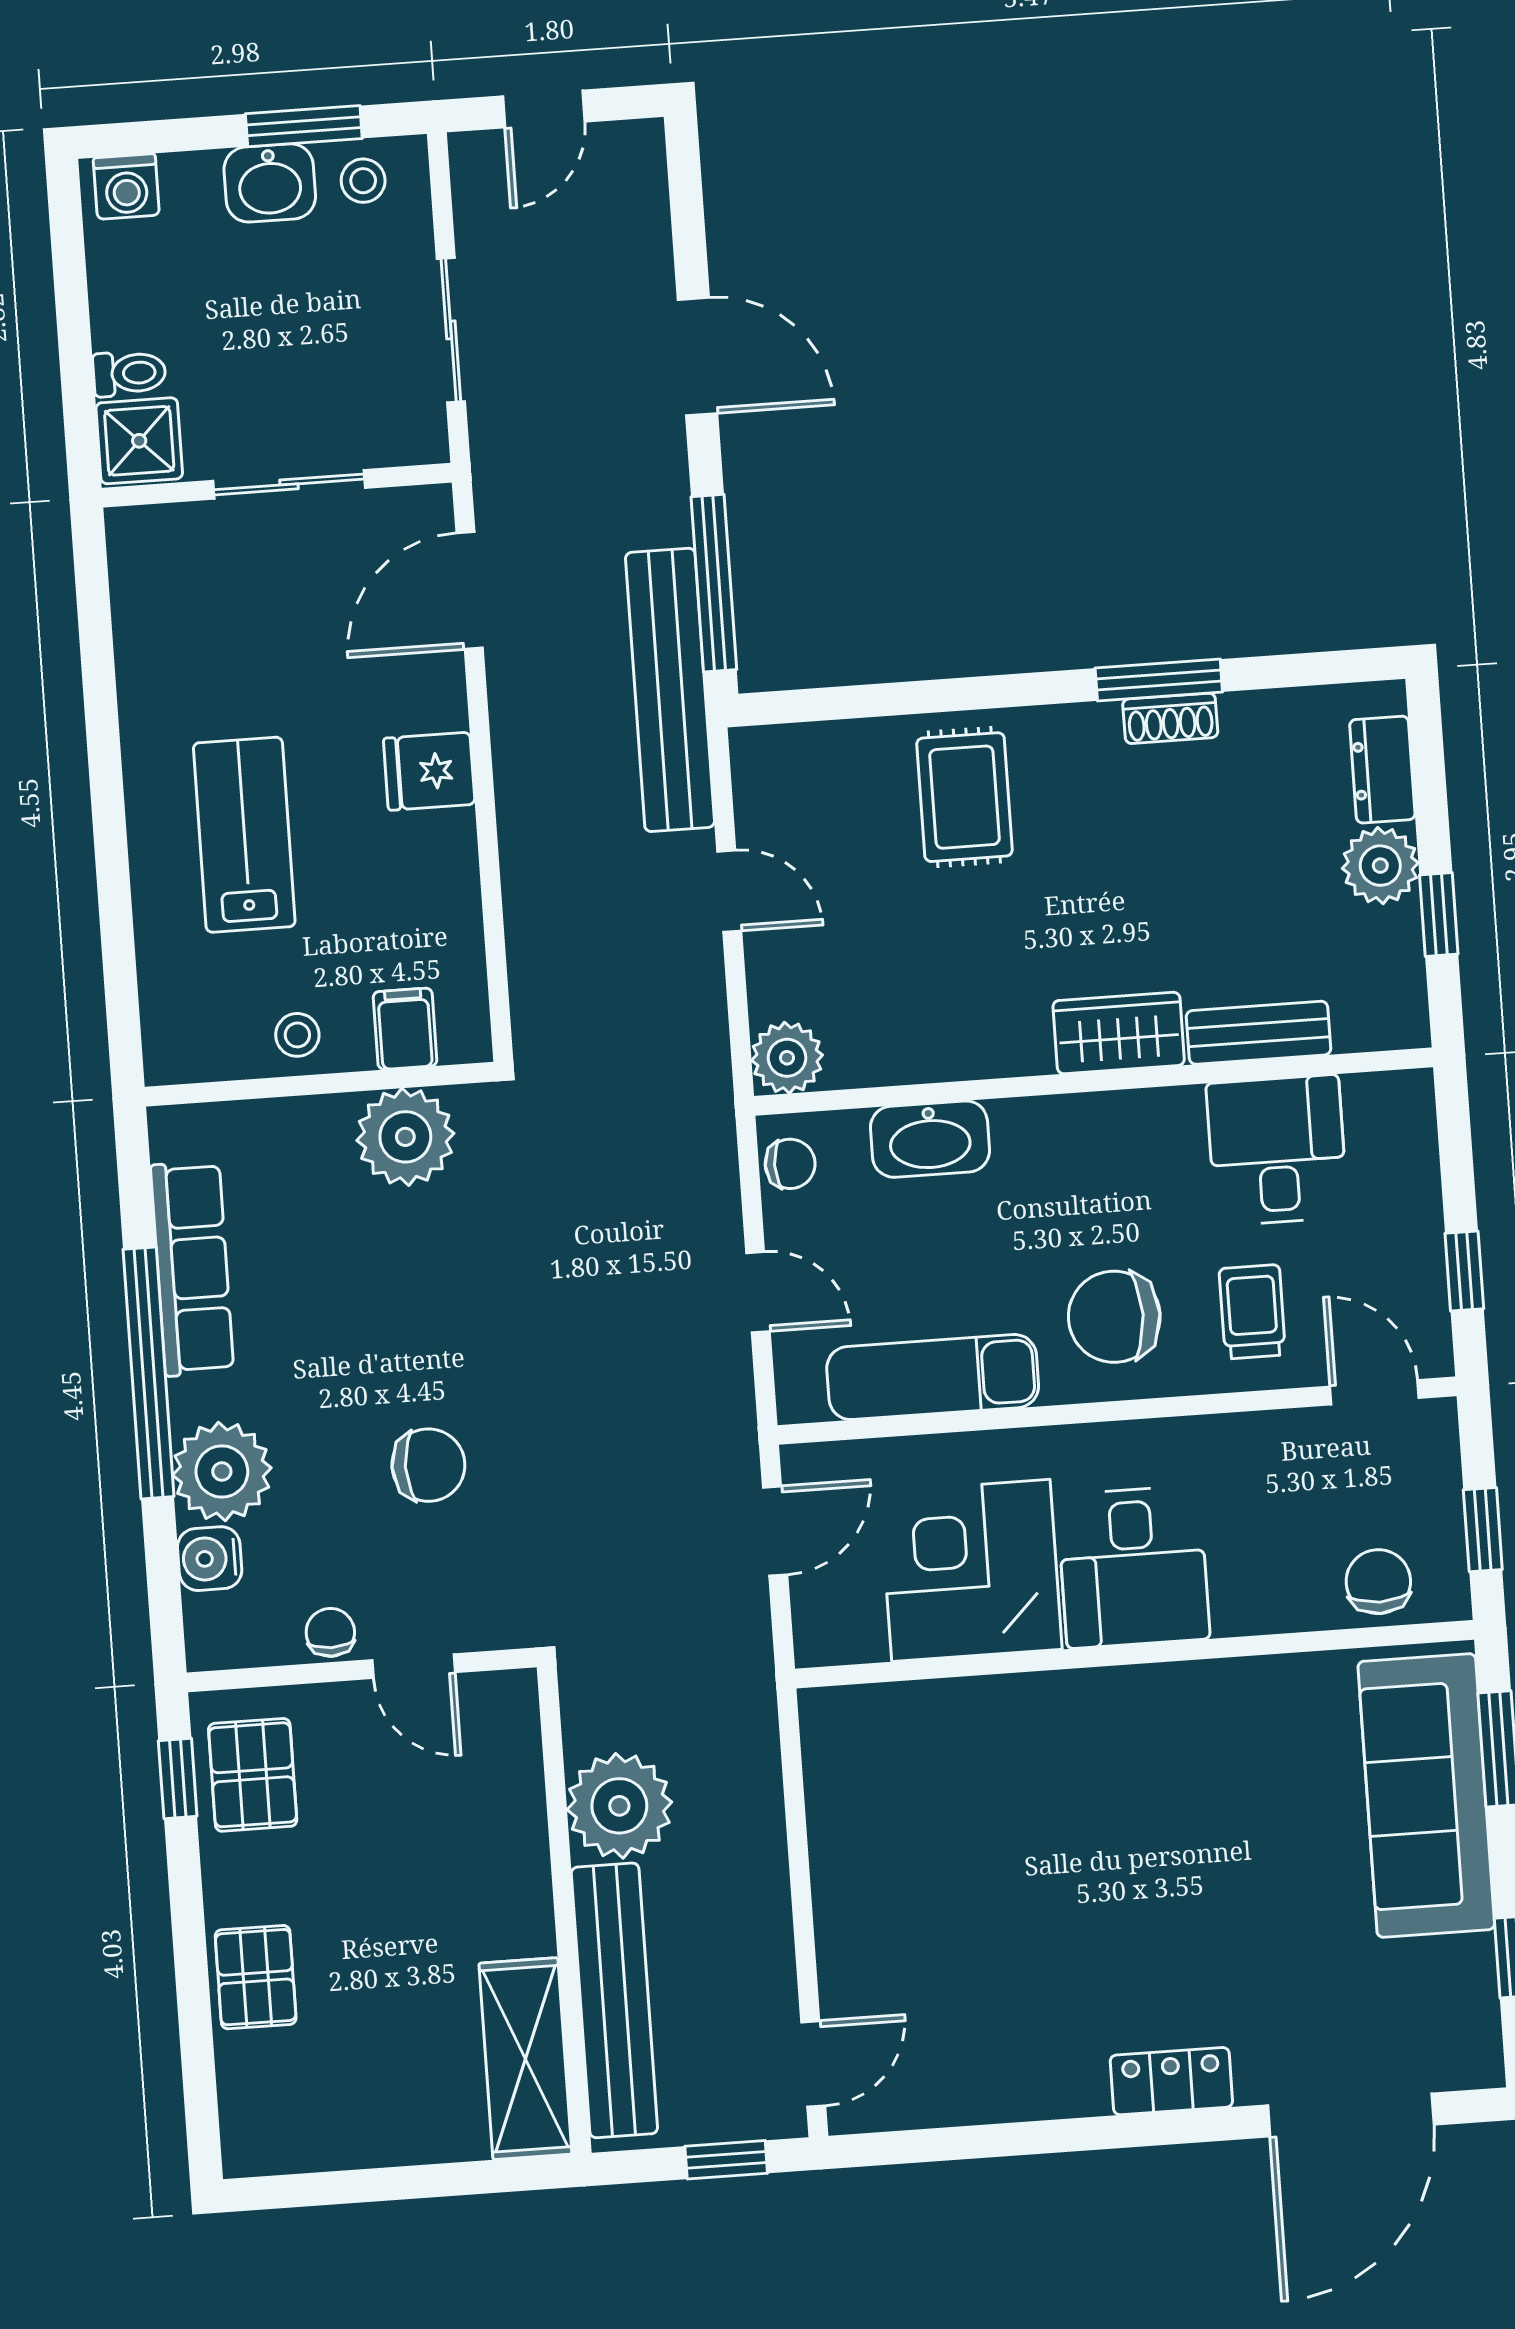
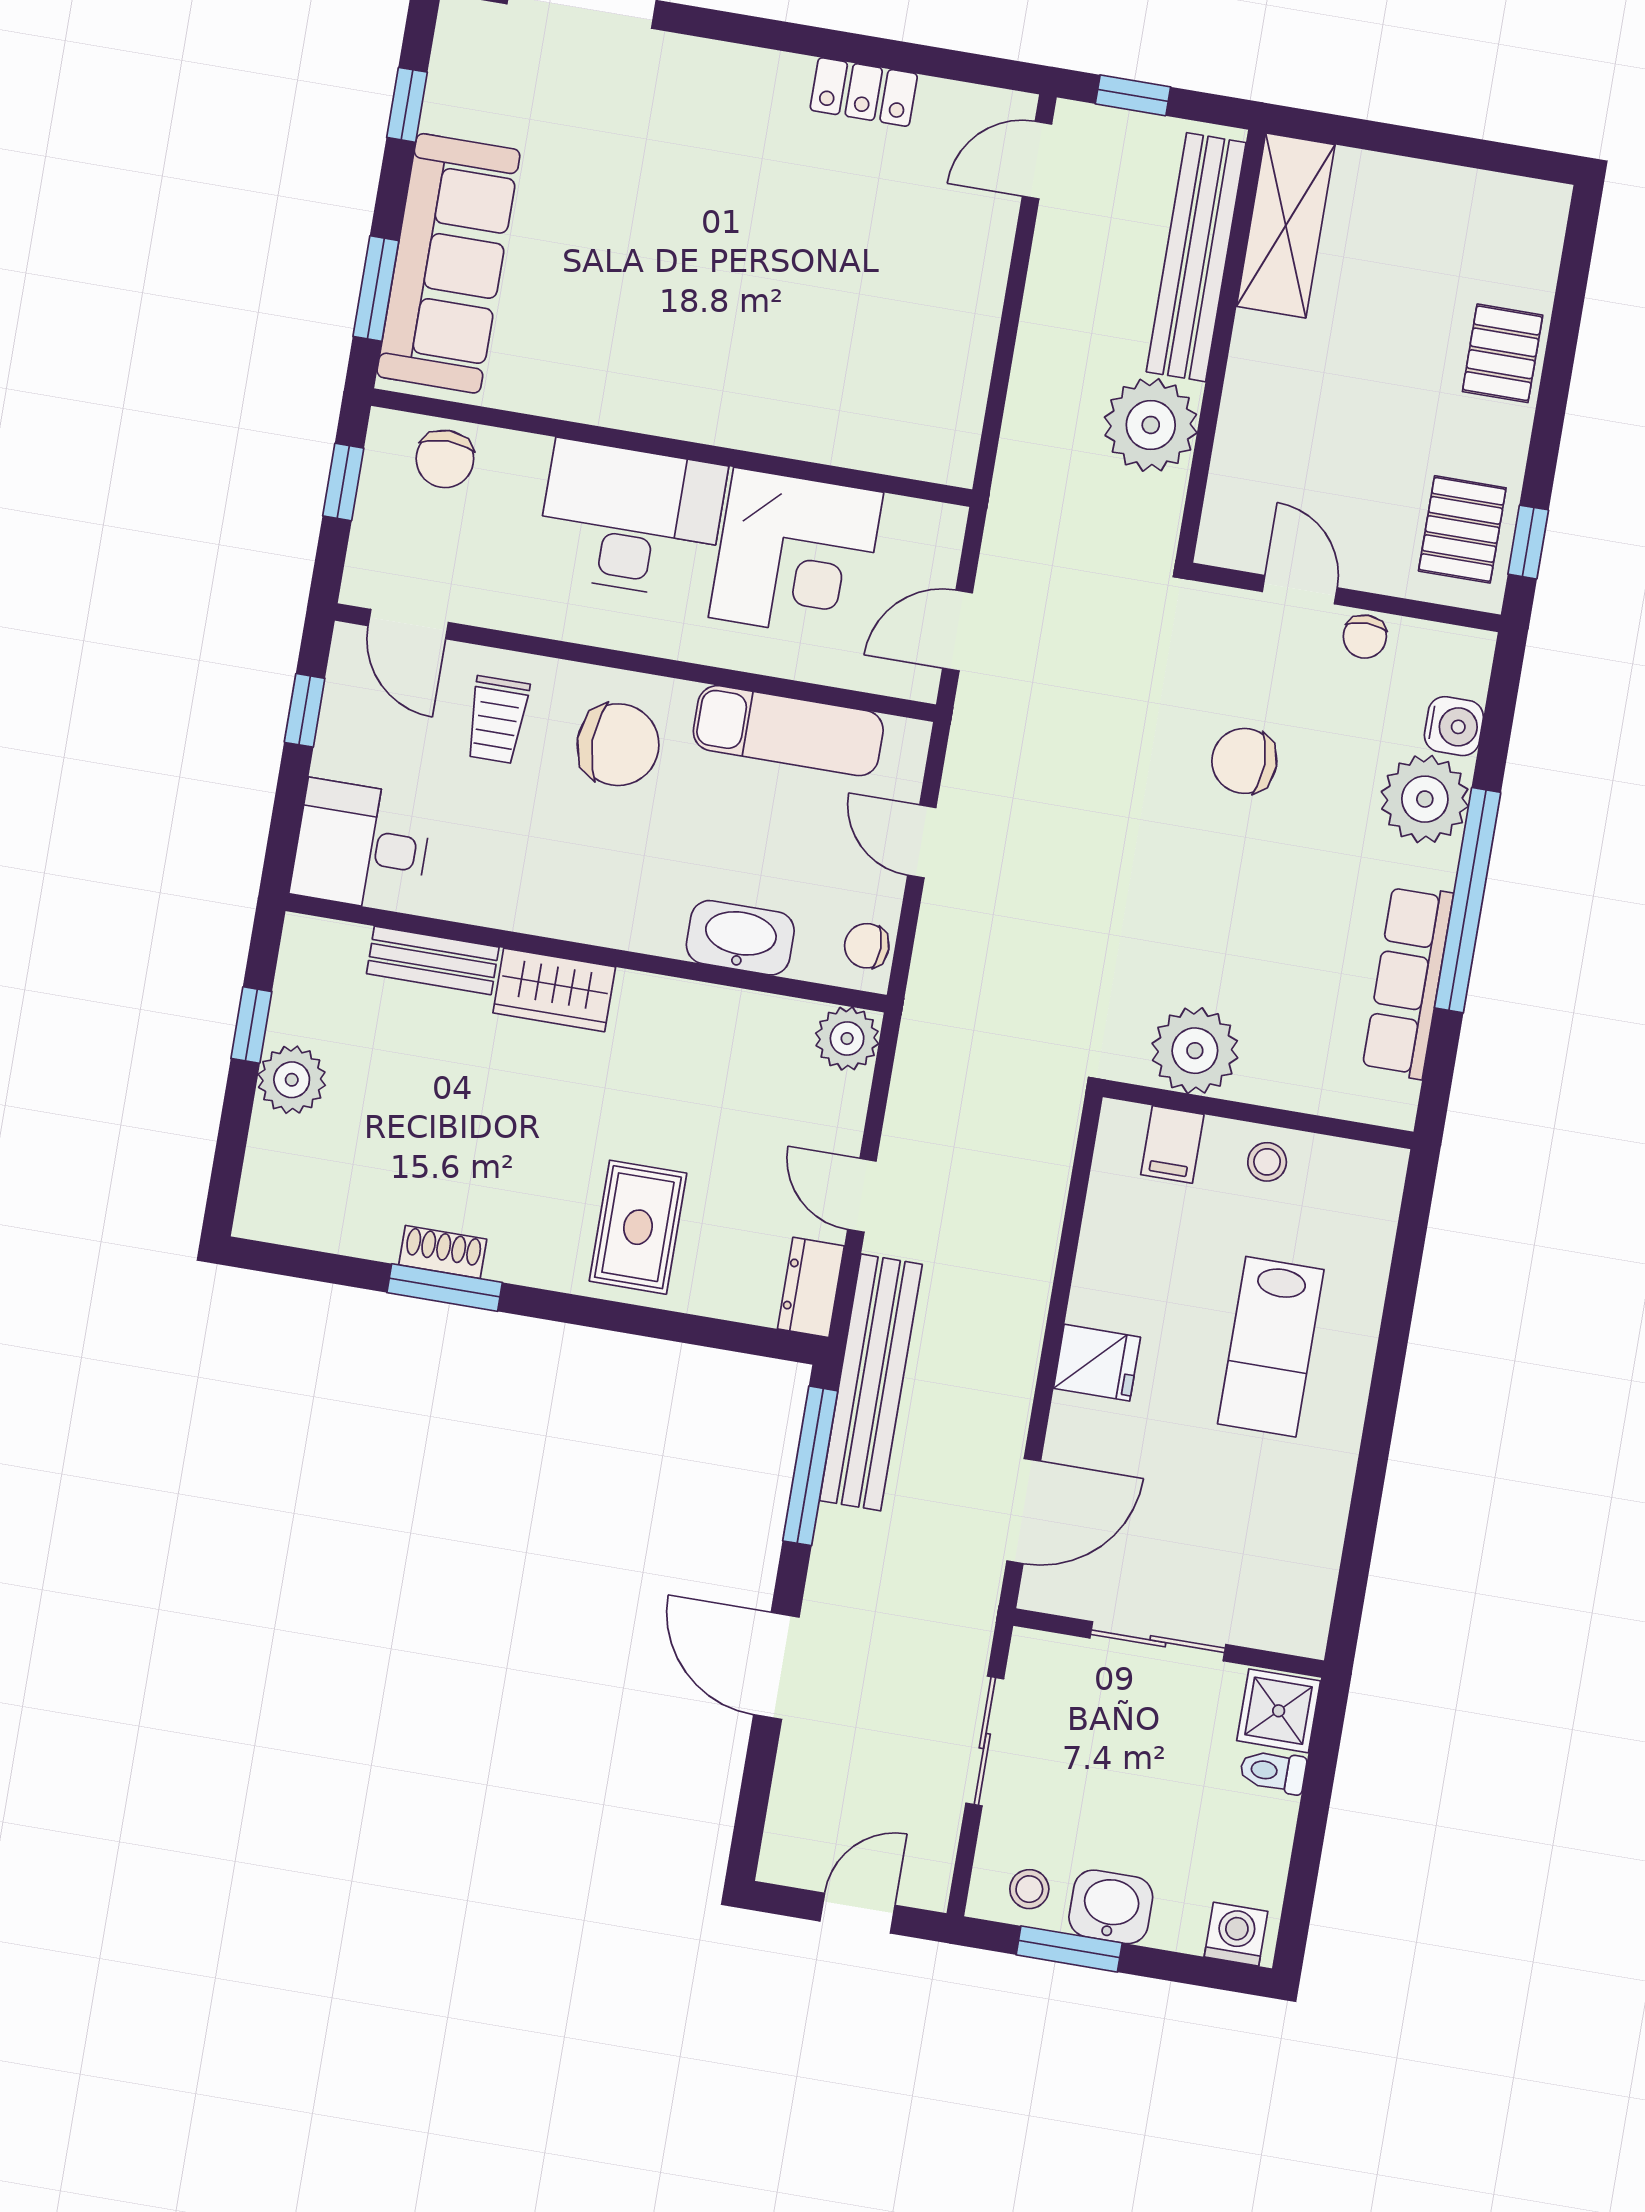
dresser: (1382, 770) -> (811, 1287), moved, turned 180
desk: (1277, 1150) -> (361, 846), moved, turned 90
desk: (1133, 1567) -> (631, 520), width x1.37
locker: (1171, 2081) -> (864, 92), moved

